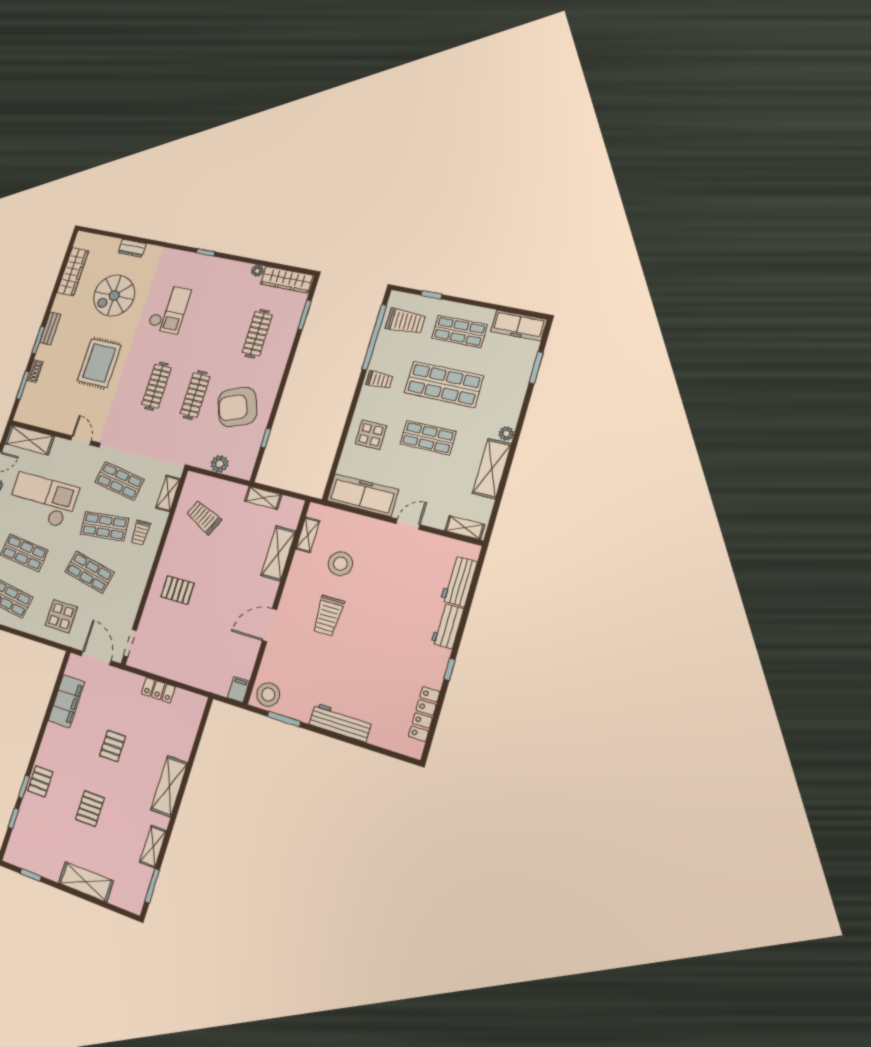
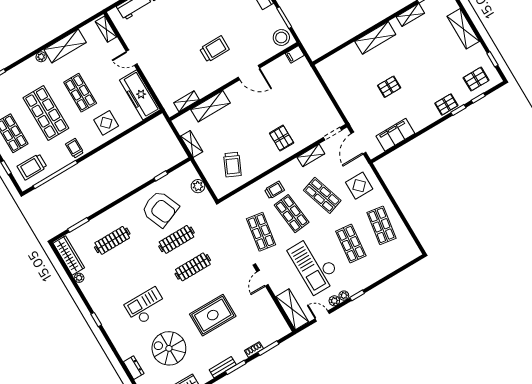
spiral stairs: (114, 296) -> (169, 348), turned 180
trolley: (405, 321) -> (32, 167), turned -90
shelving: (168, 493) -> (311, 155), moved
stool: (340, 564) -> (184, 70), removed
shop shelf: (89, 572) -> (322, 195), turned -30
locker: (158, 690) -> (338, 94), removed
pallet: (90, 809) -> (476, 79), moved

